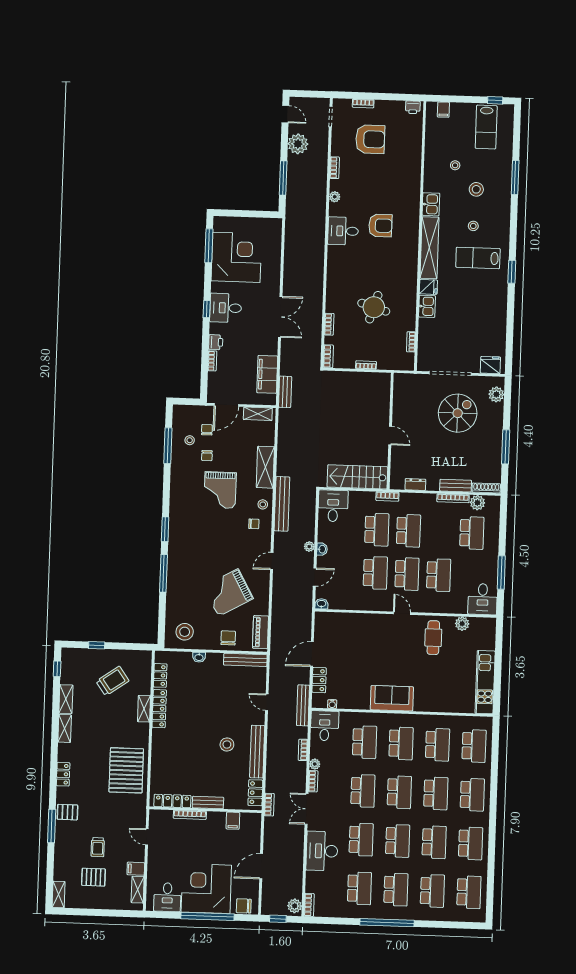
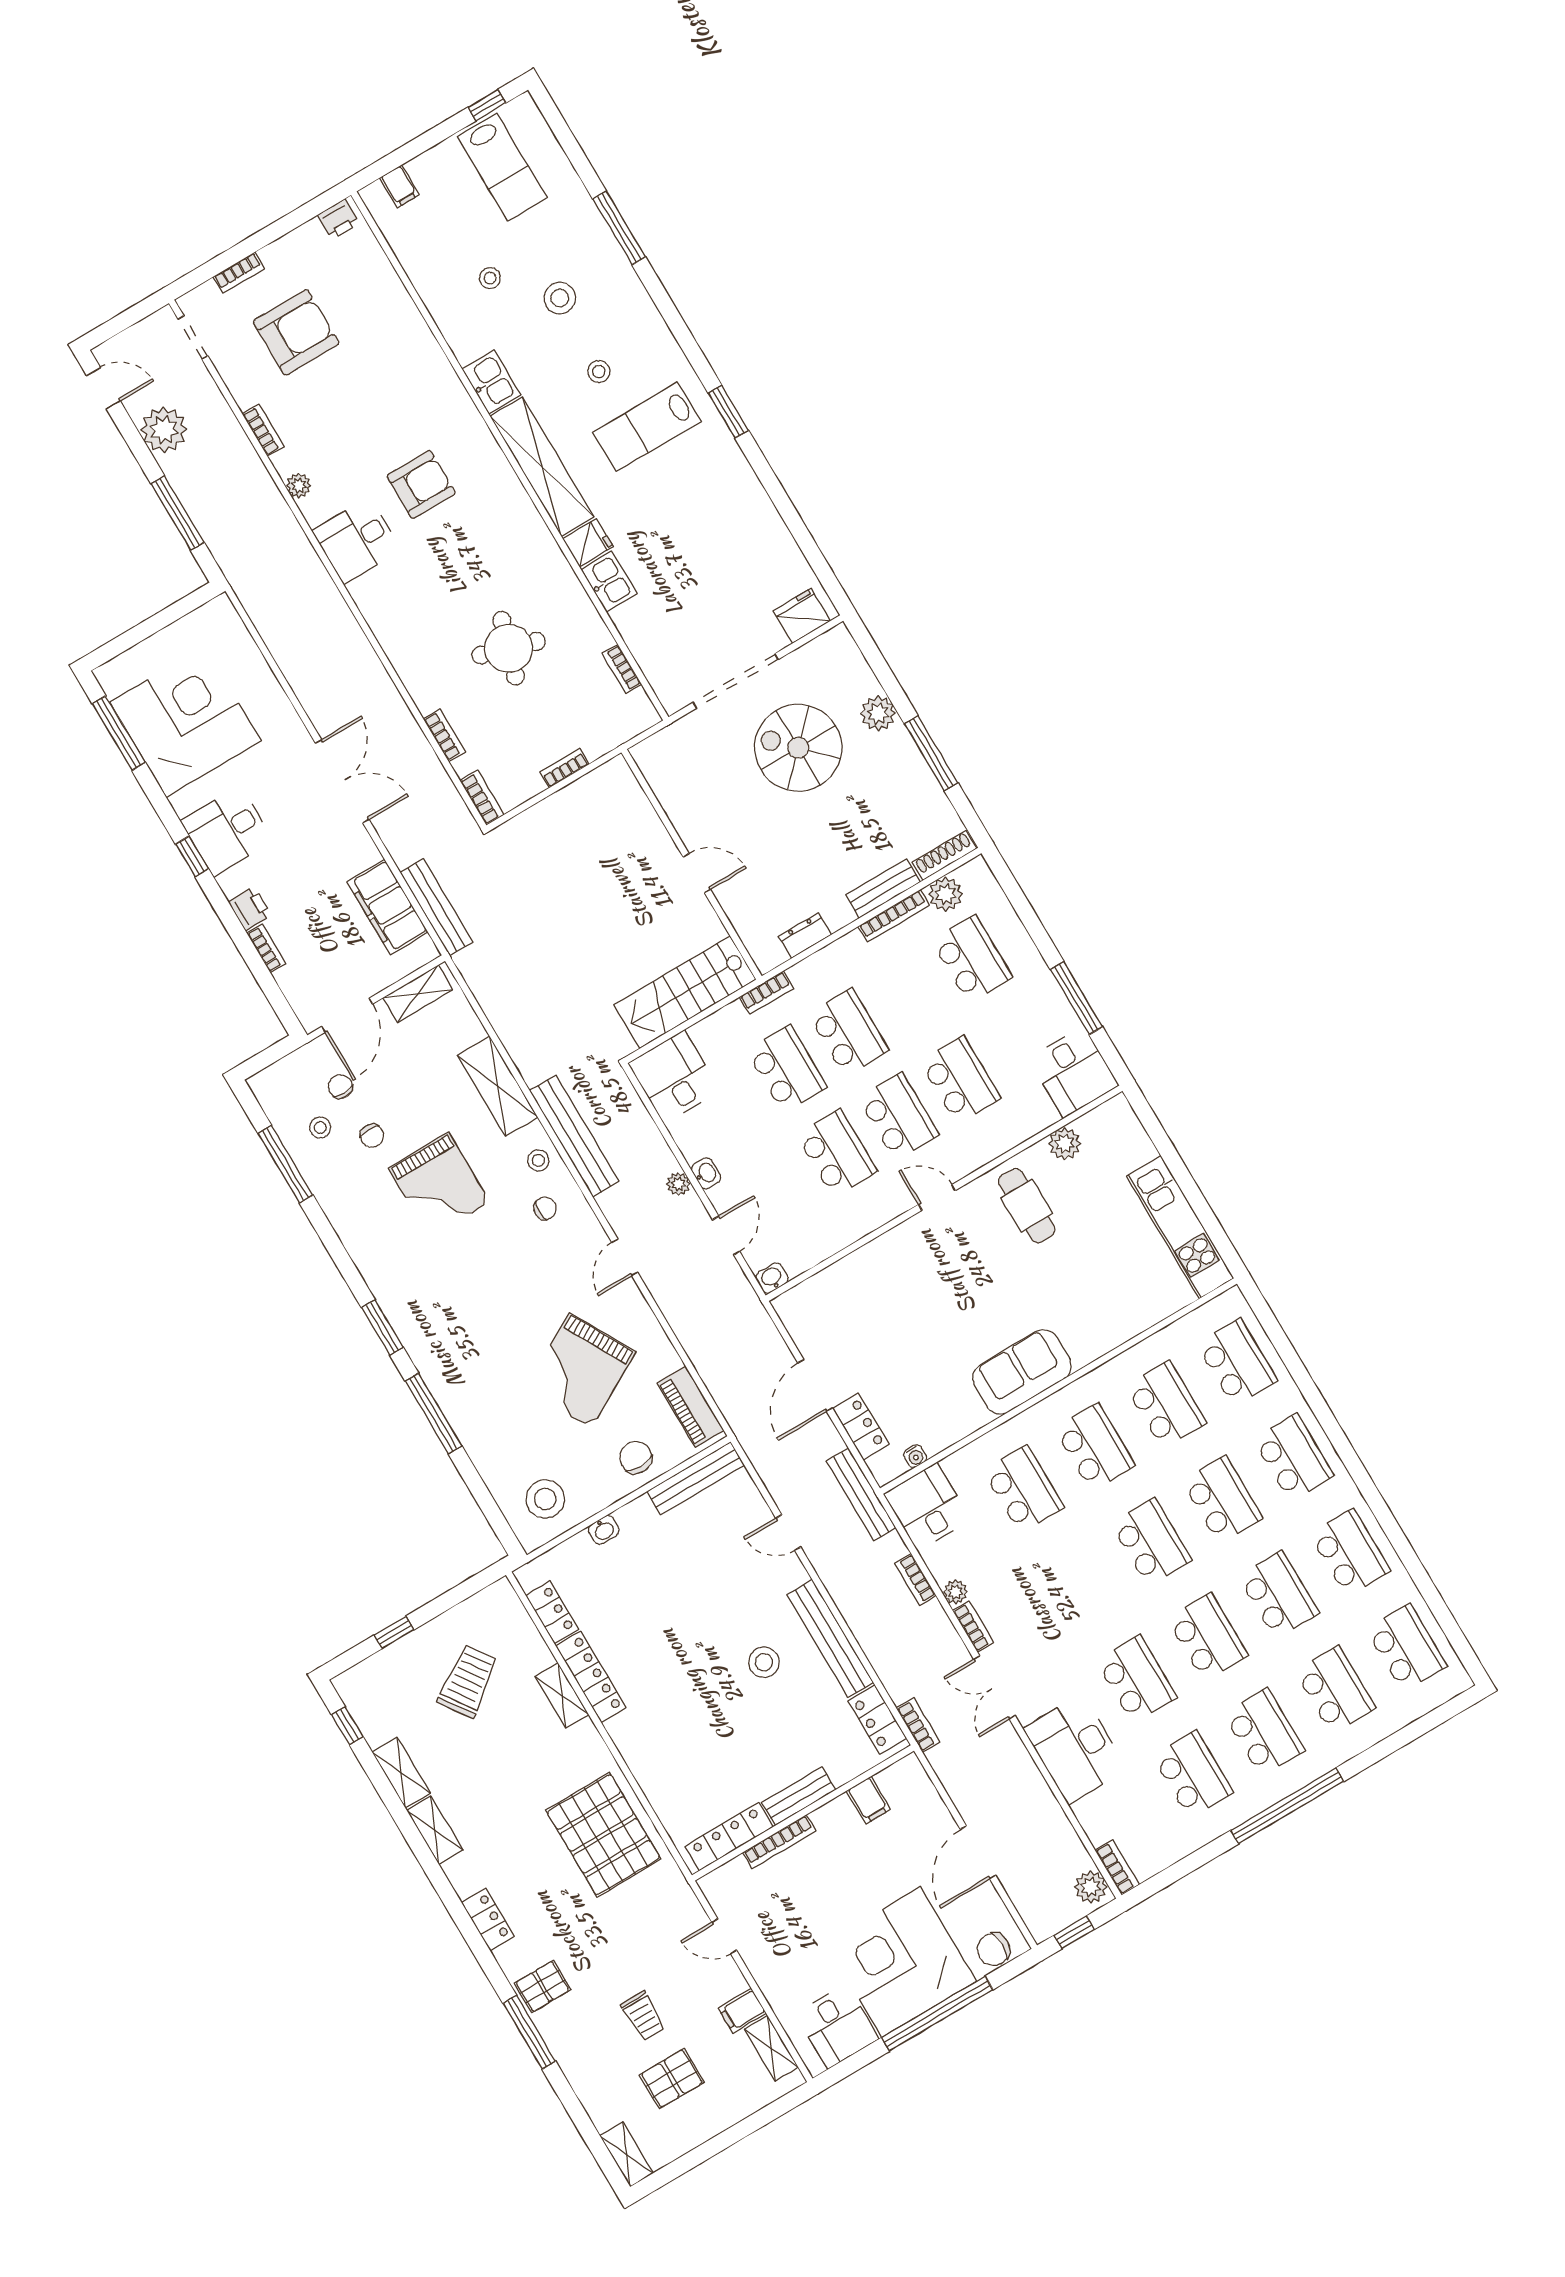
bench: (285, 392) -> (436, 907), width x1.36
plant: (496, 394) -> (878, 713), moved
spiral stairs: (458, 413) -> (798, 748), turned -90
school desk: (363, 791) -> (1080, 1584), removed

